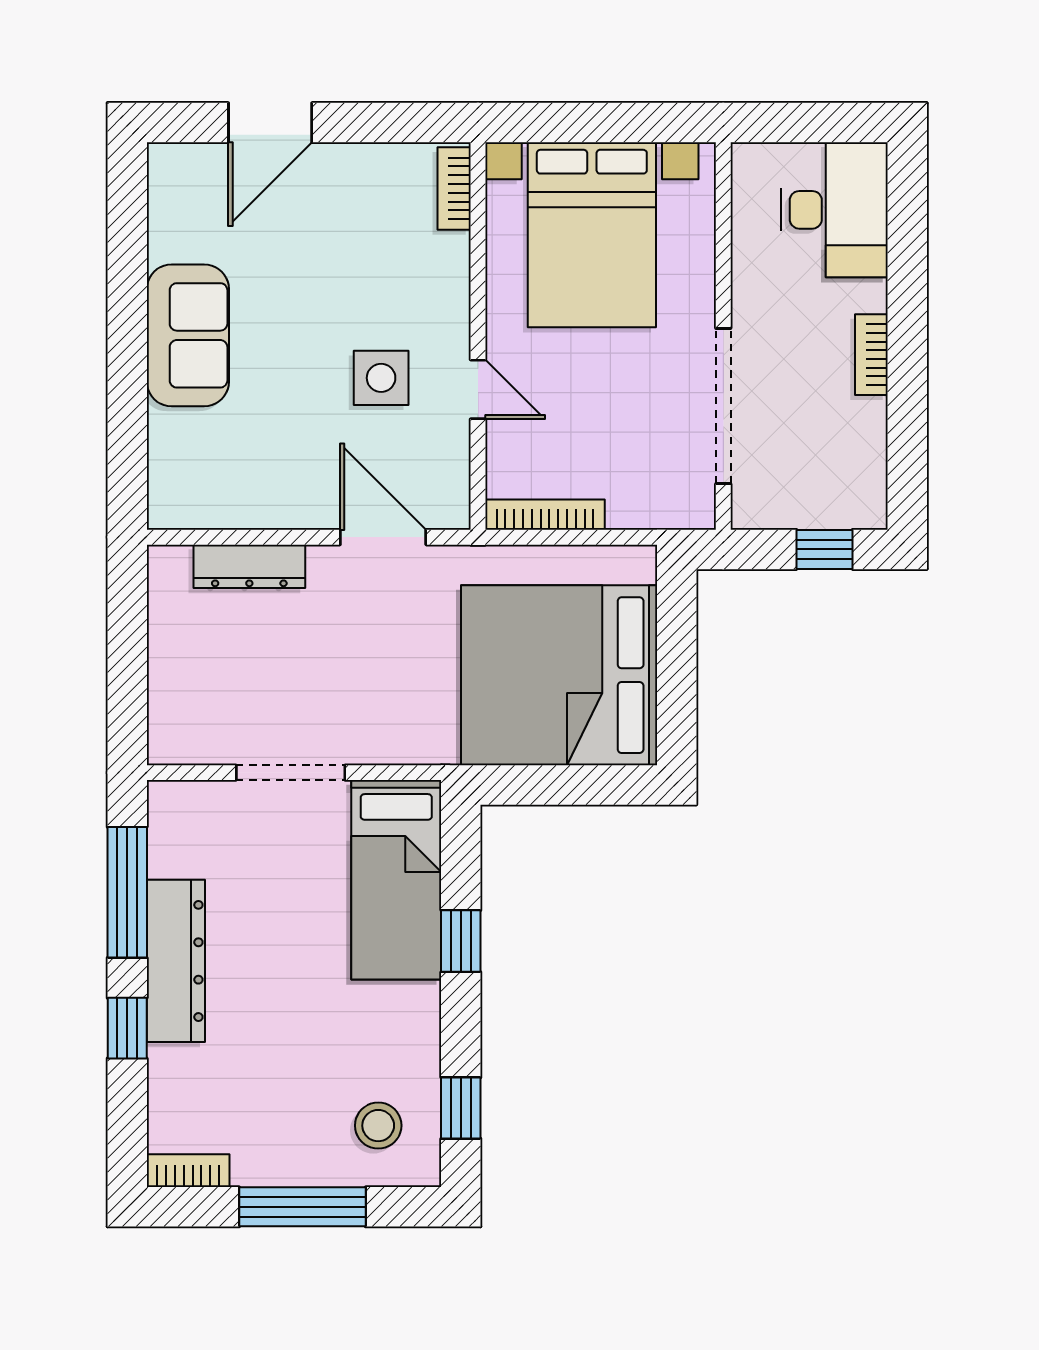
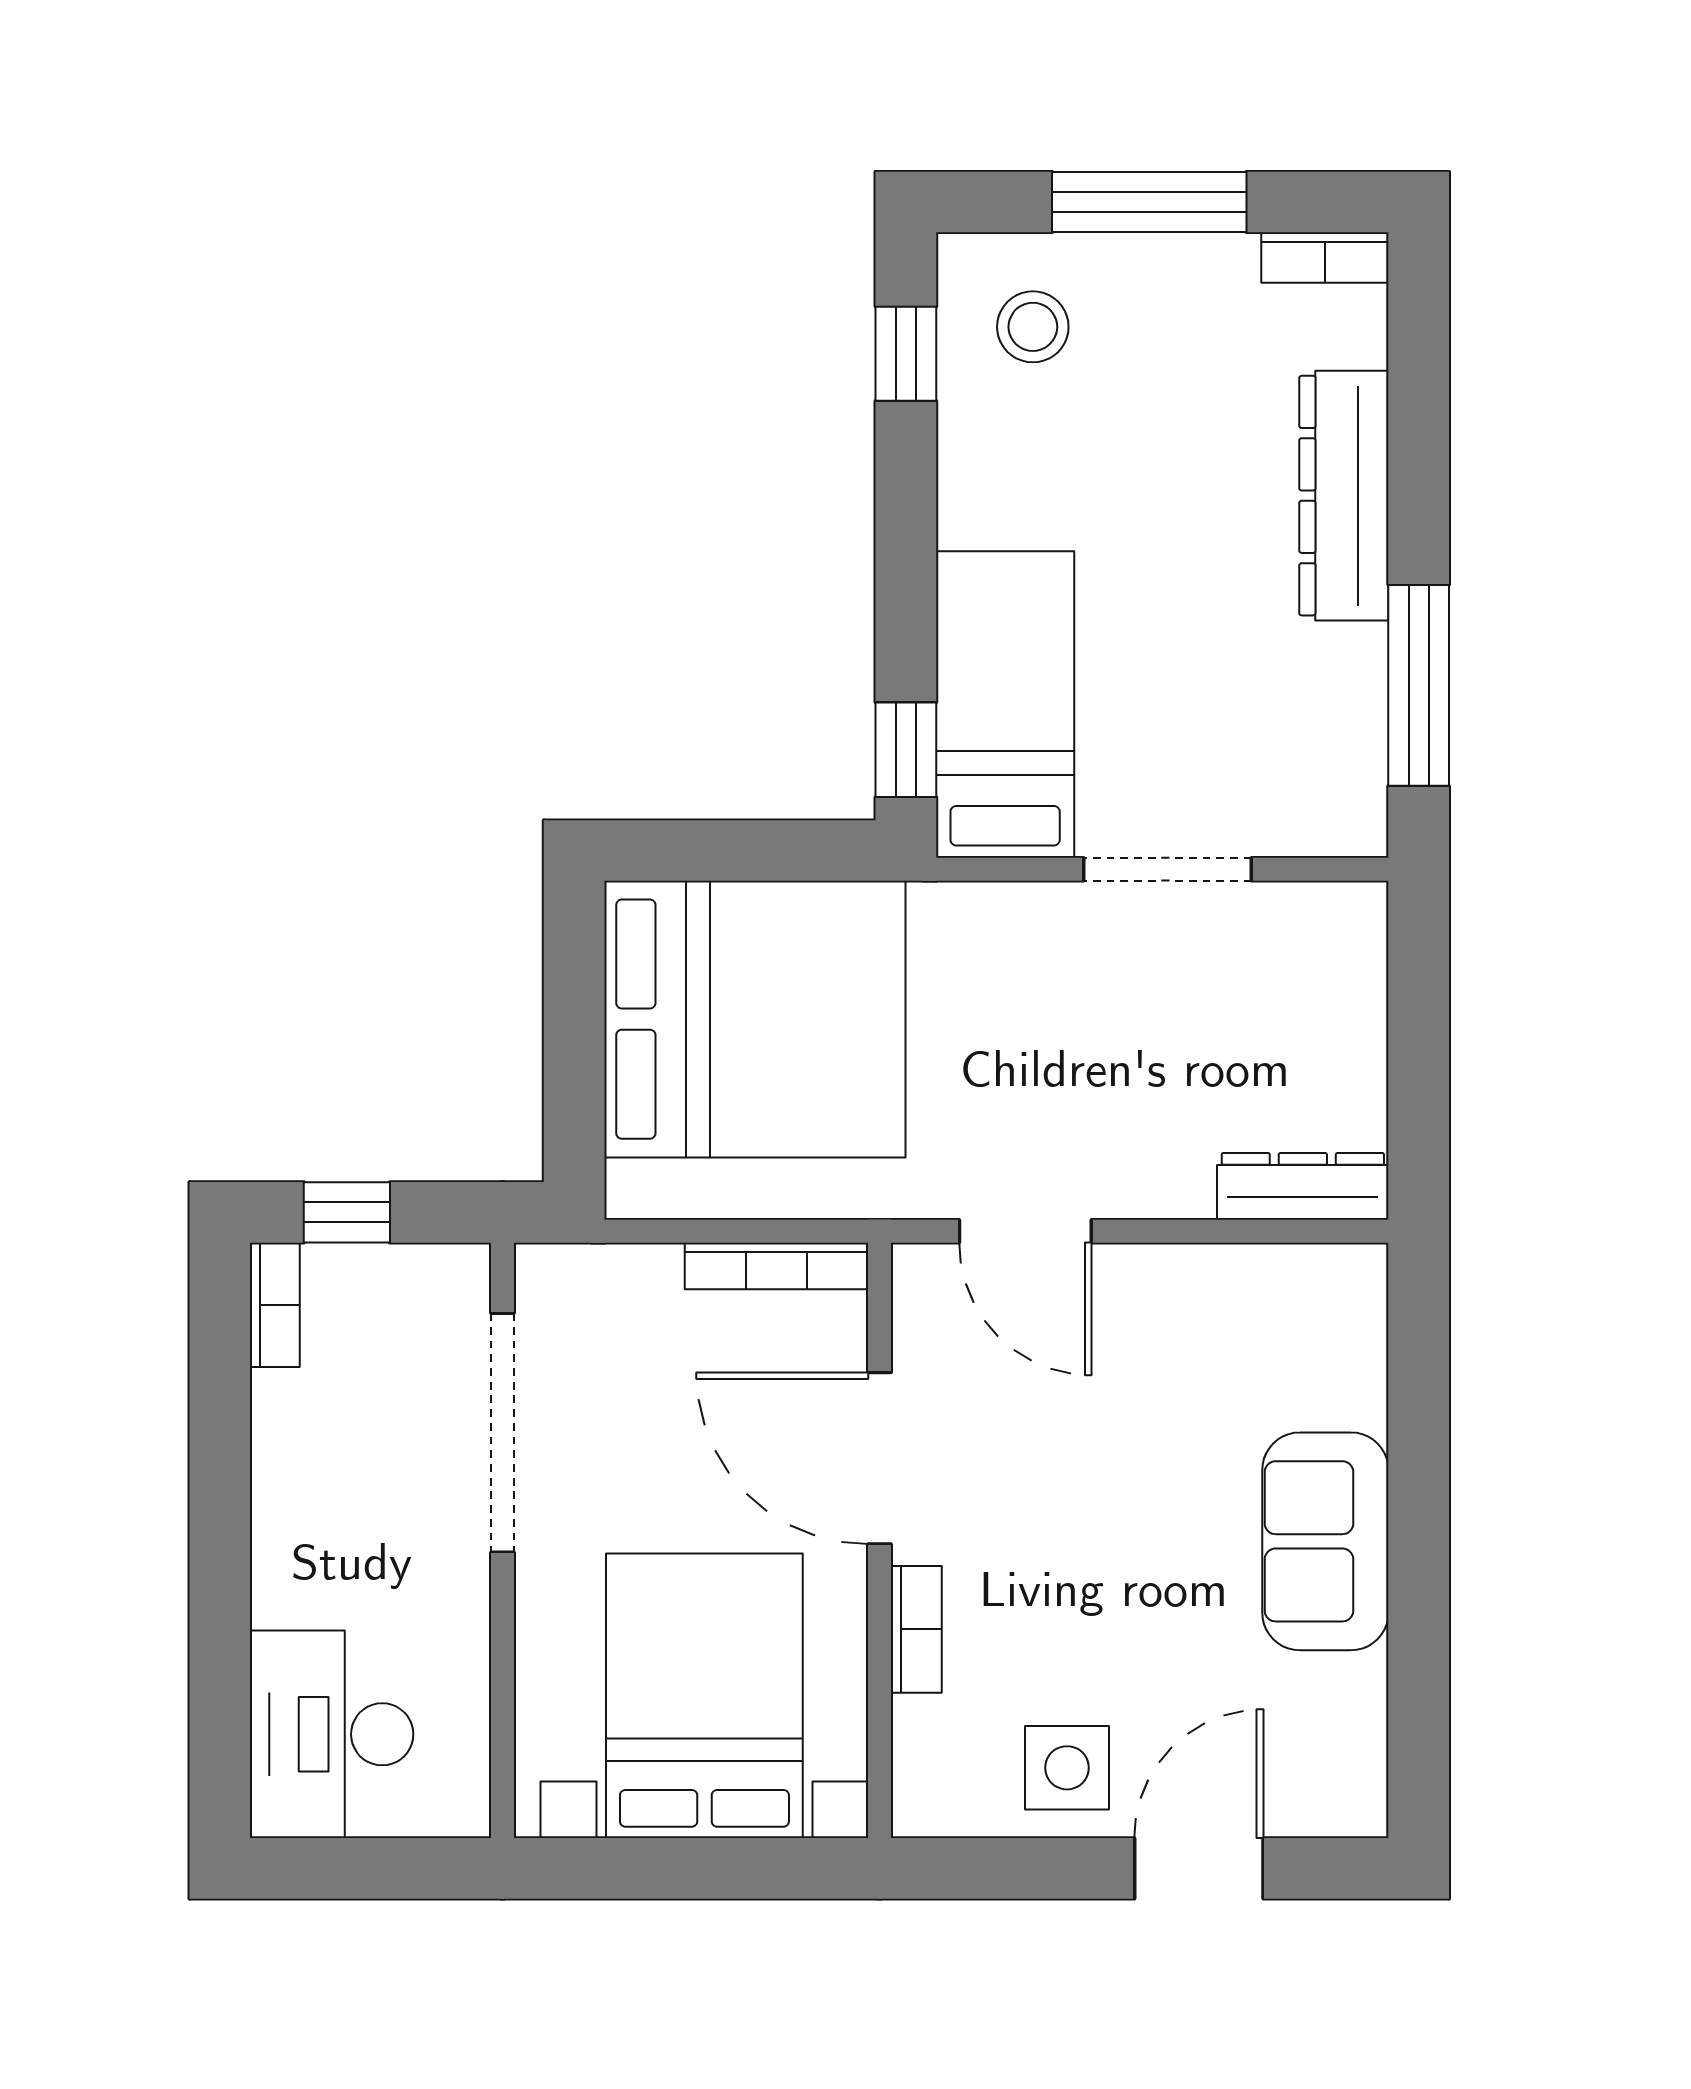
bookcase: (454, 188) -> (916, 1629), moved
bookcase: (871, 355) -> (275, 1305), moved
side table: (381, 378) -> (1067, 1768), moved
door: (478, 389) -> (879, 1458), width x1.88
dresser: (249, 566) -> (1303, 1186), moved
window: (461, 941) -> (906, 750), moved
dresser: (176, 961) -> (1344, 496), moved
window: (127, 1028) -> (1419, 477), removed

